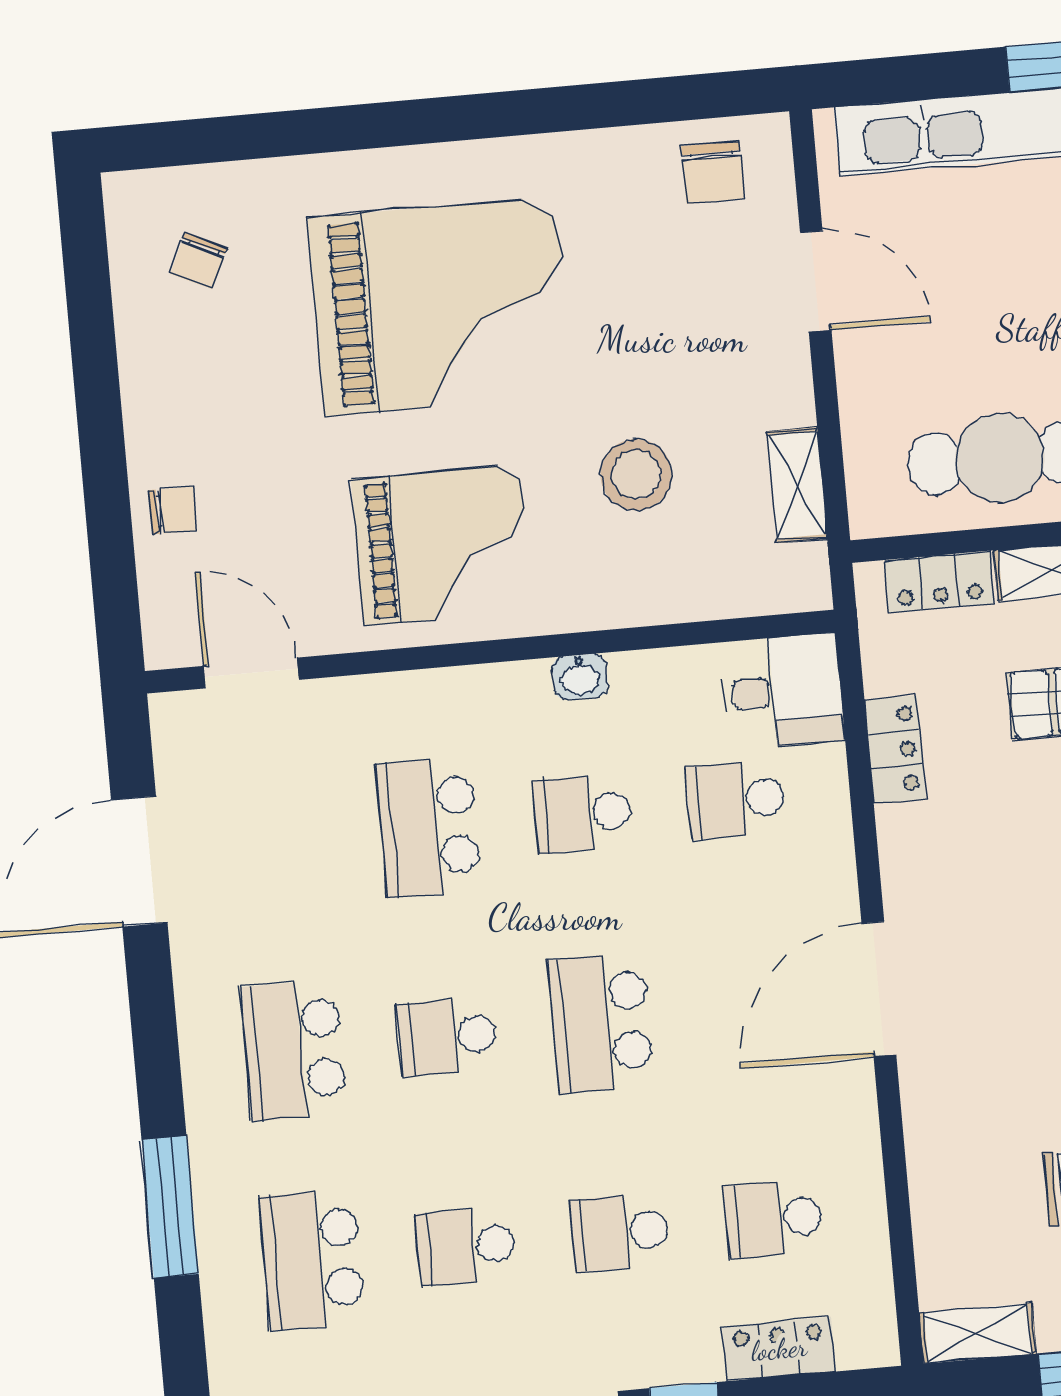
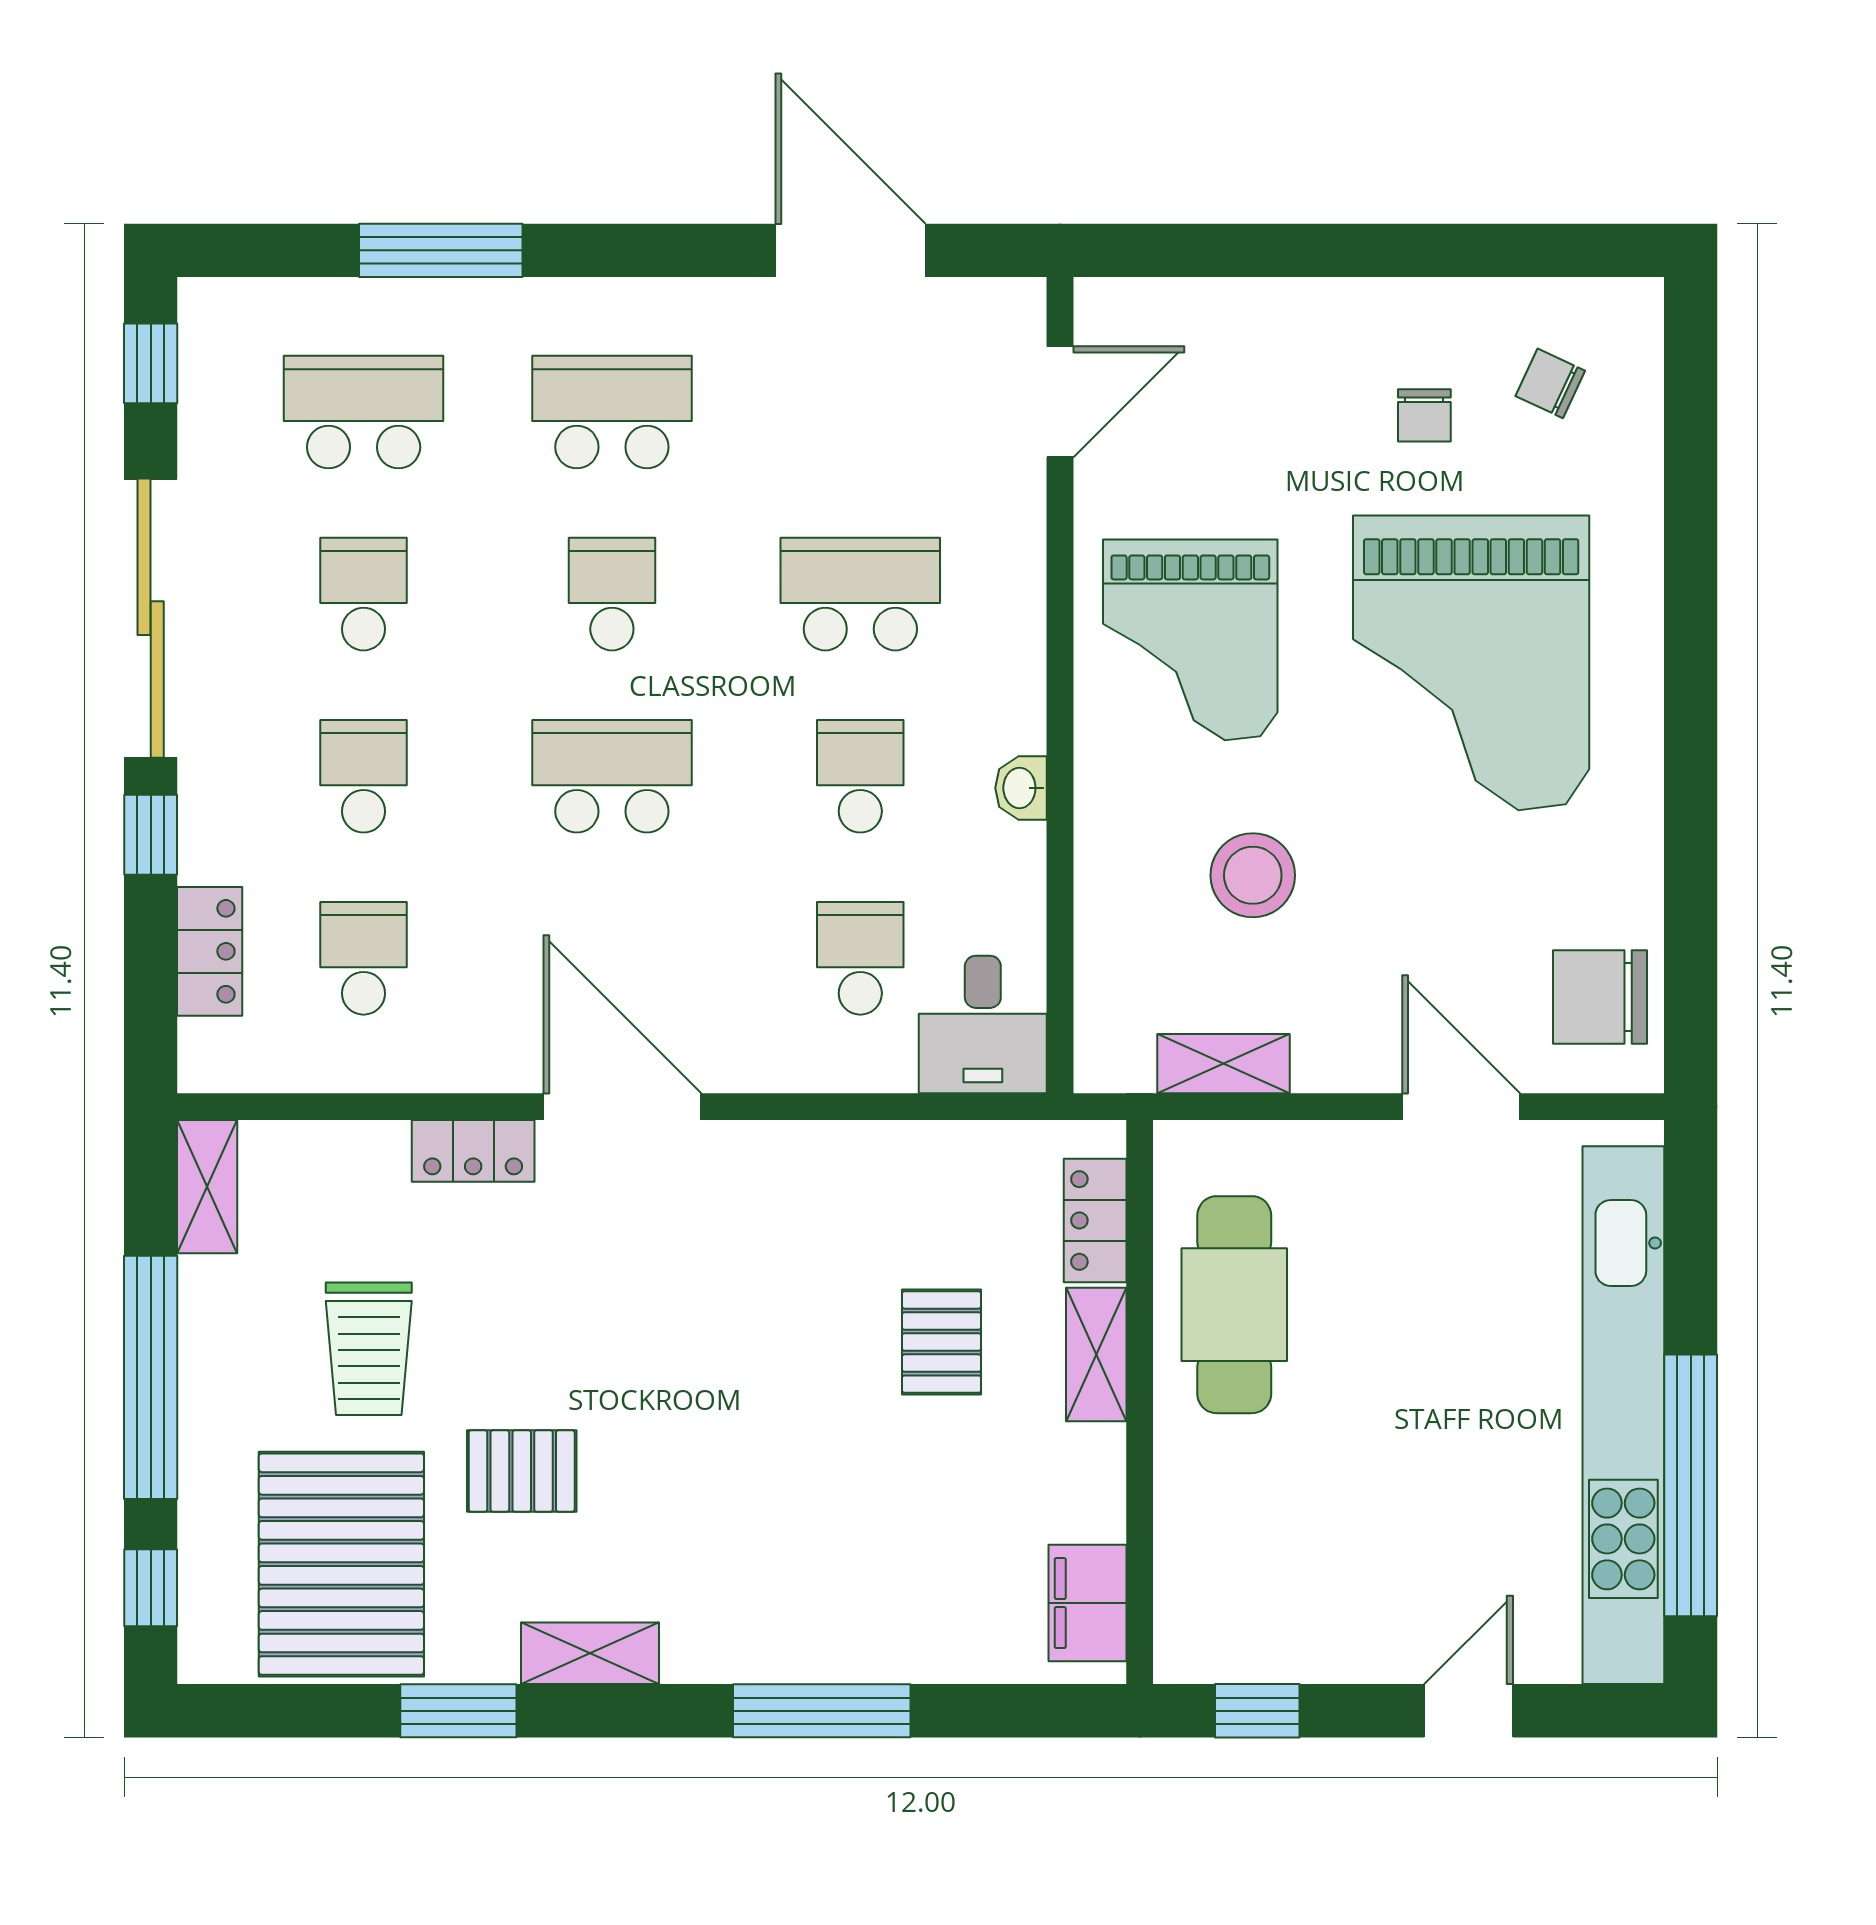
chair: (713, 172) -> (1600, 997), width x1.37, depth x1.37
door: (816, 281) -> (1461, 1107), swing flipped
chair: (173, 510) -> (1424, 415), moved
locker: (895, 749) -> (473, 1151), moved

